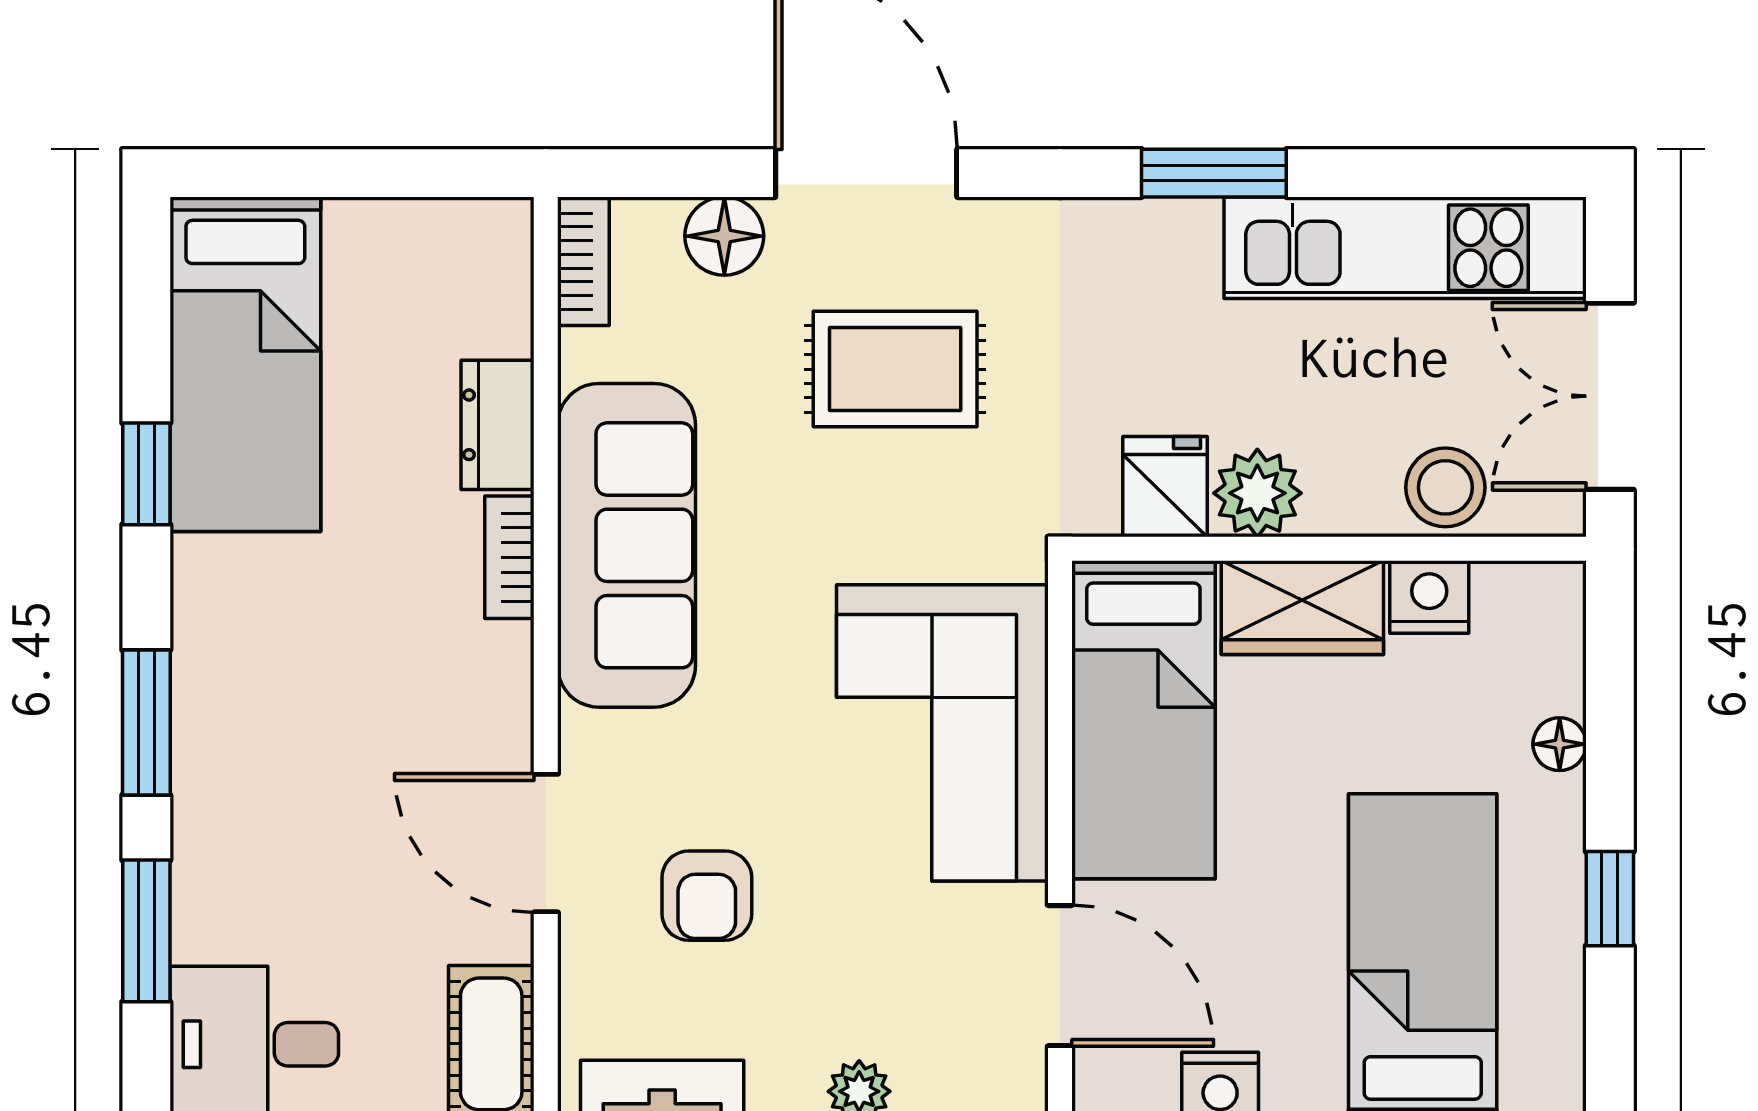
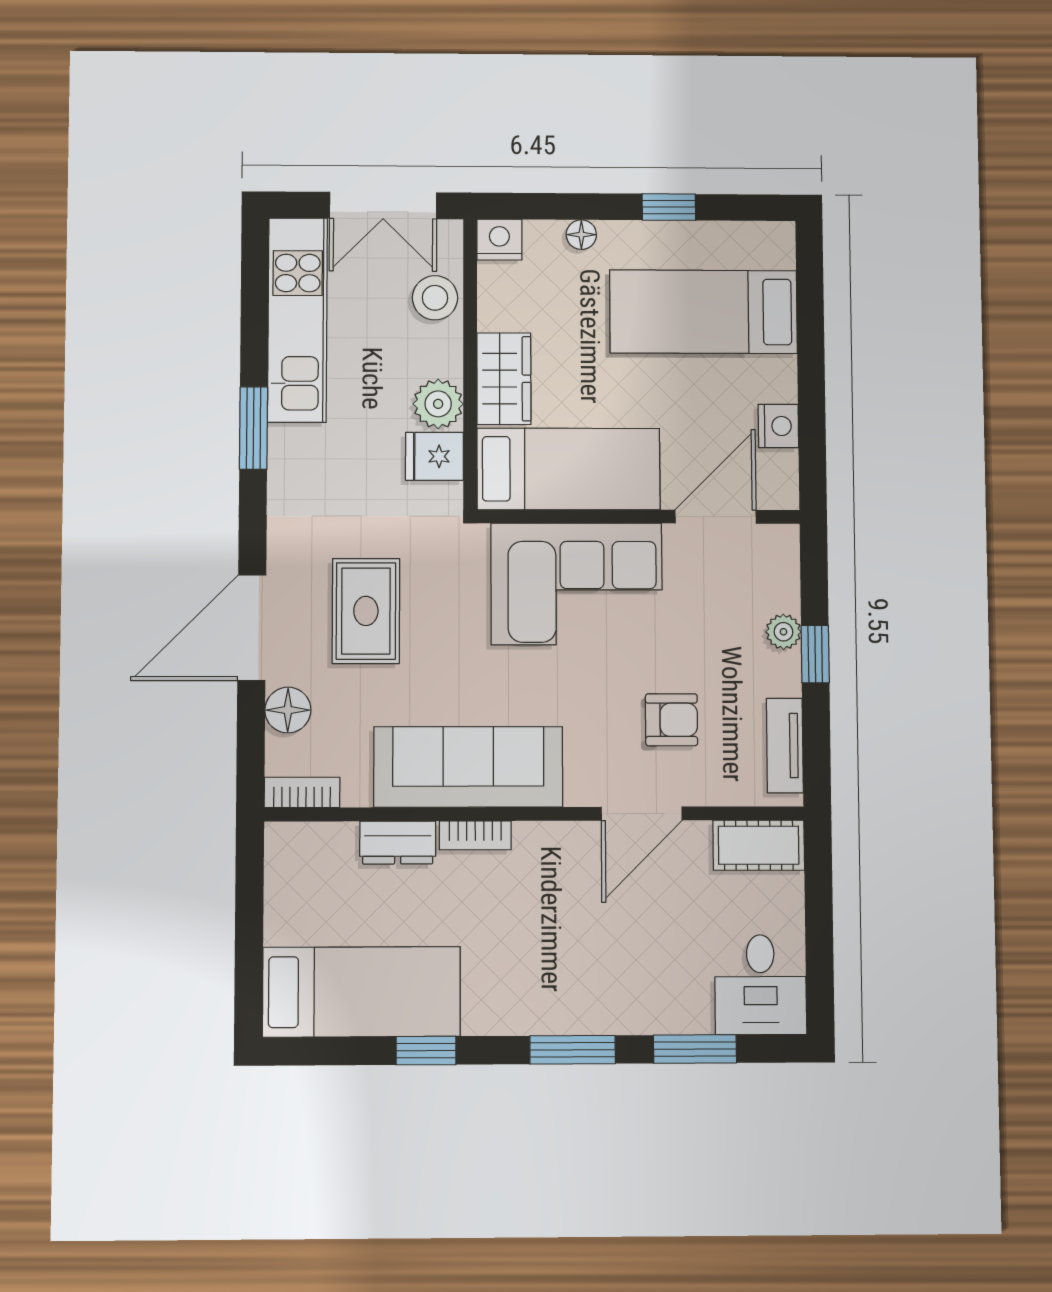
nightstand: (1429, 597) -> (499, 240), moved, turned 90

